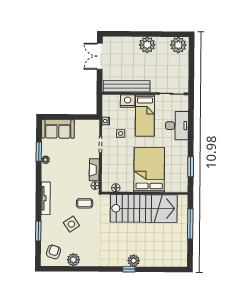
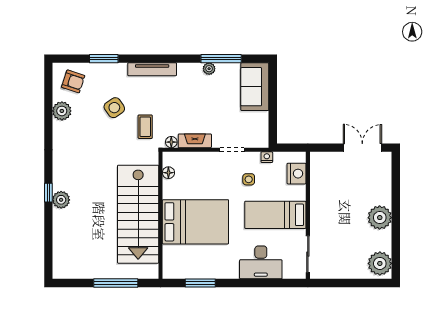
bench: (127, 86) -> (318, 188), removed
nightstand: (128, 101) -> (296, 174), moved
window: (39, 152) -> (221, 59), width x1.44

